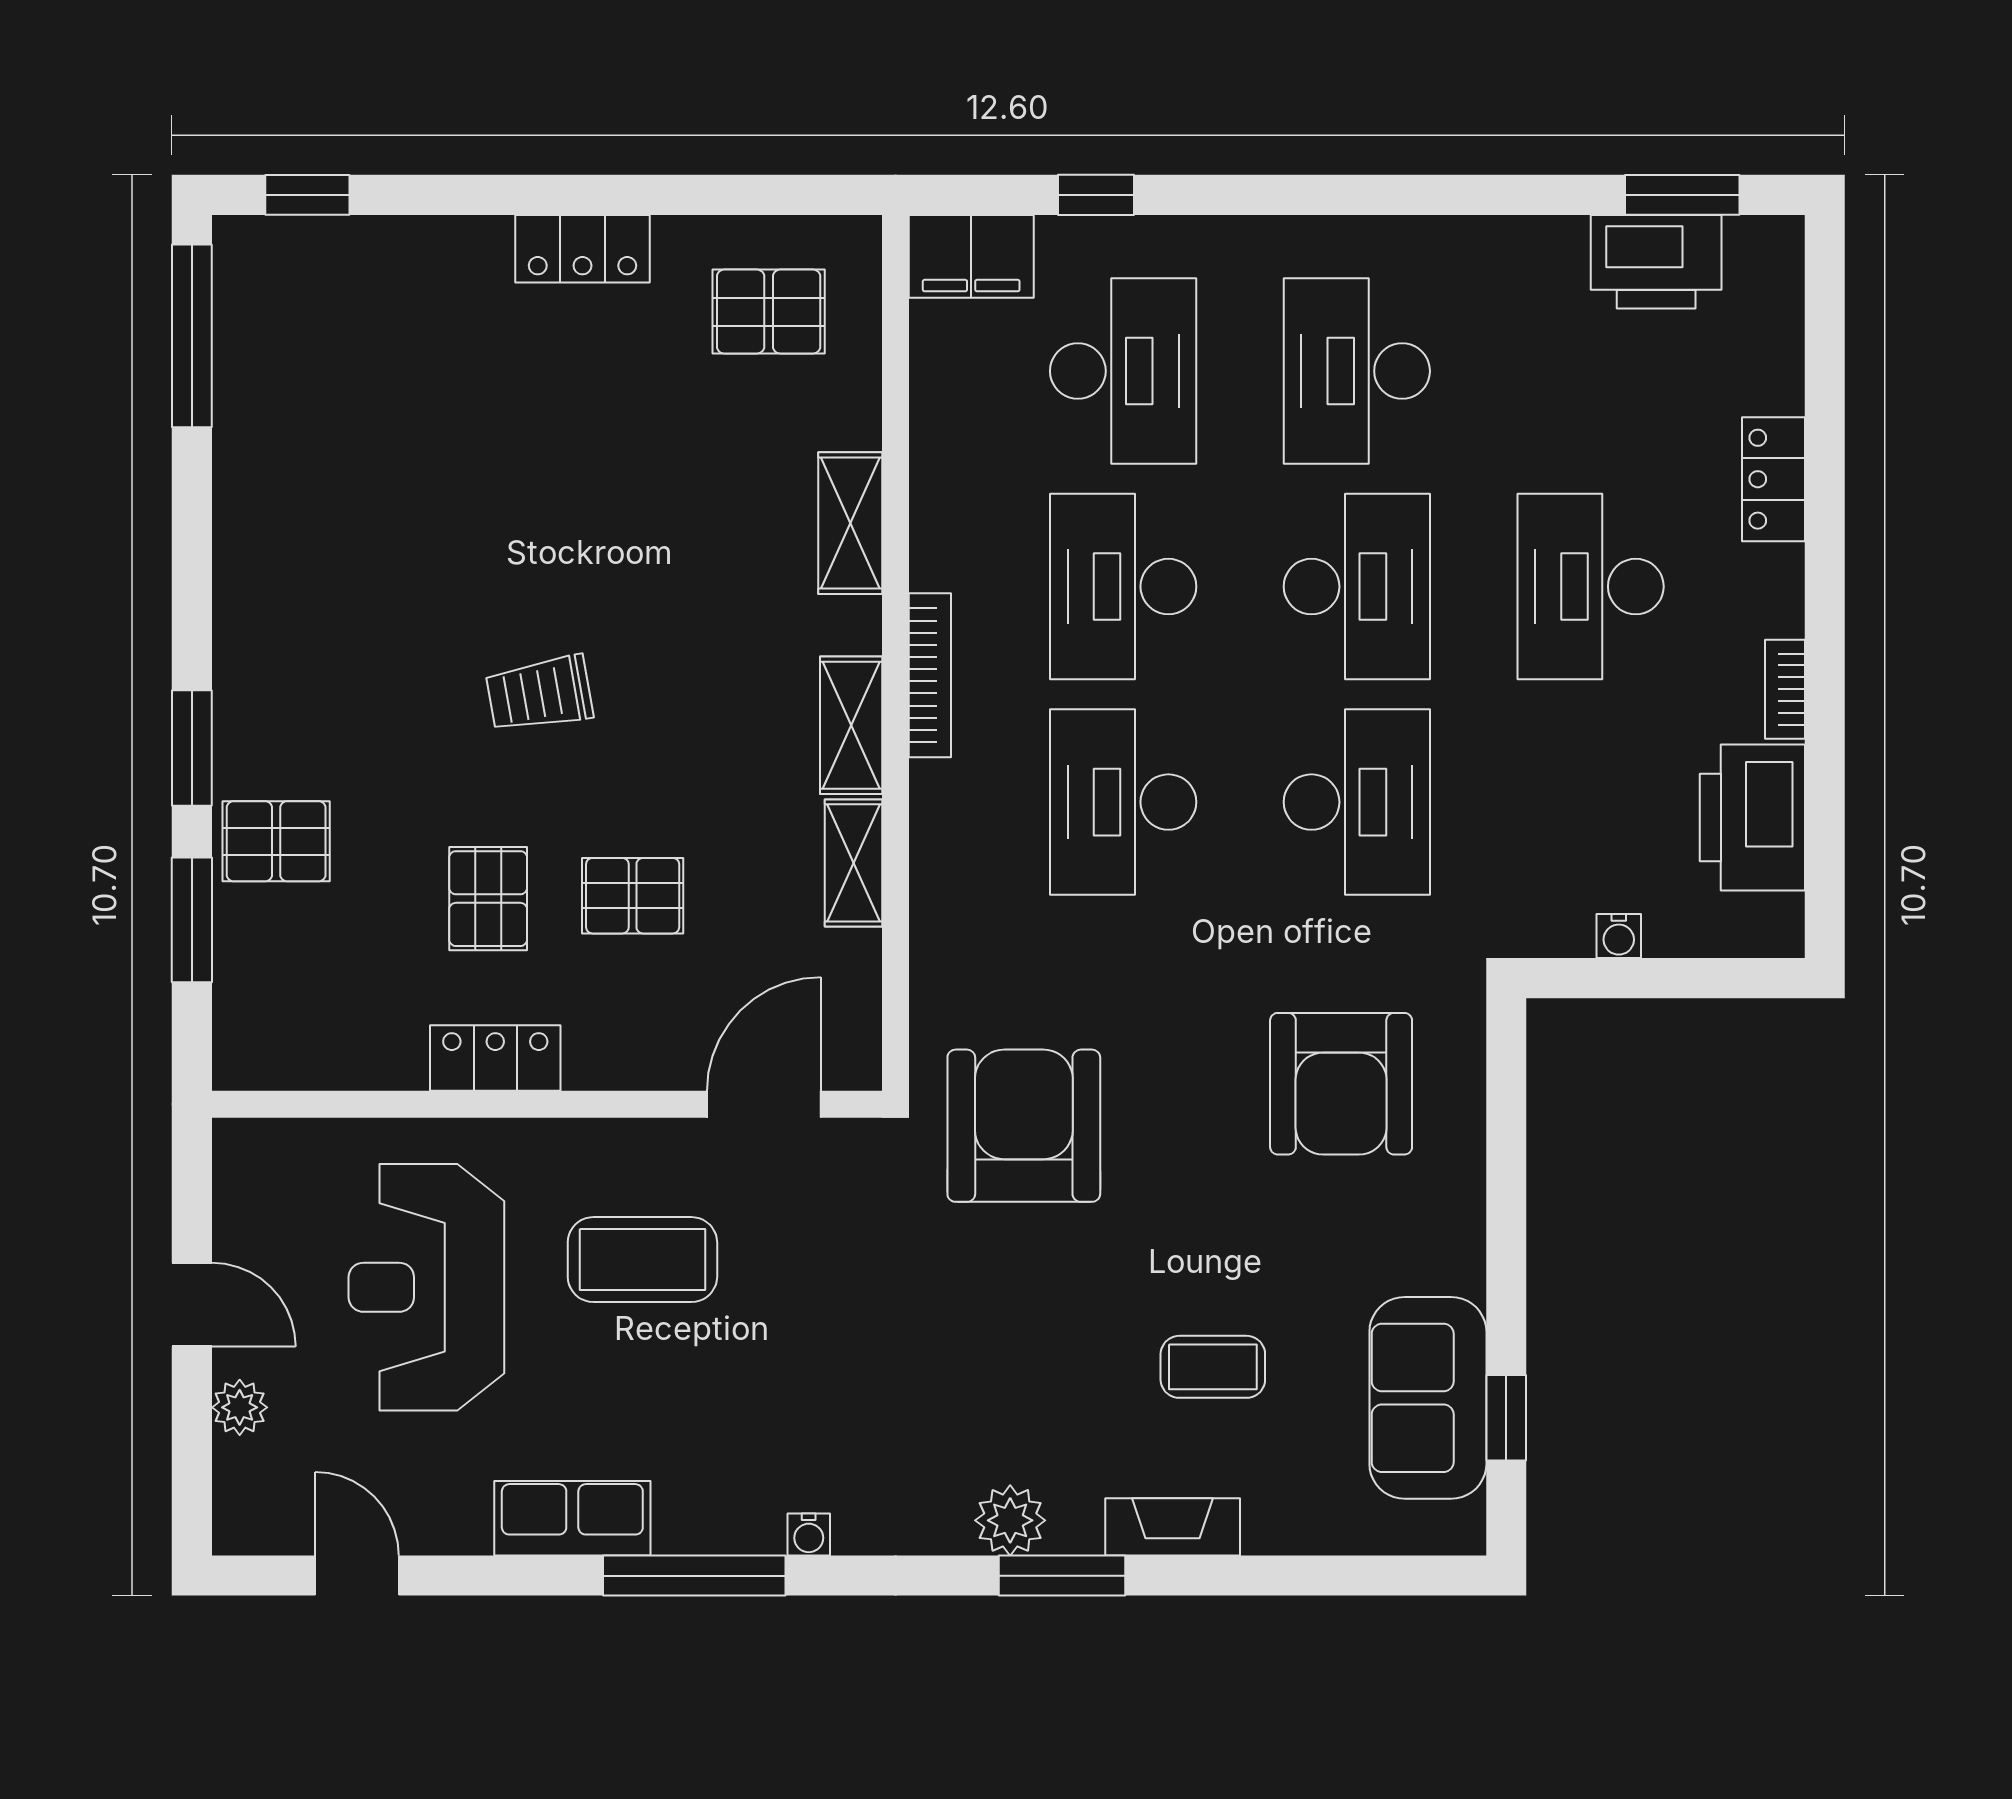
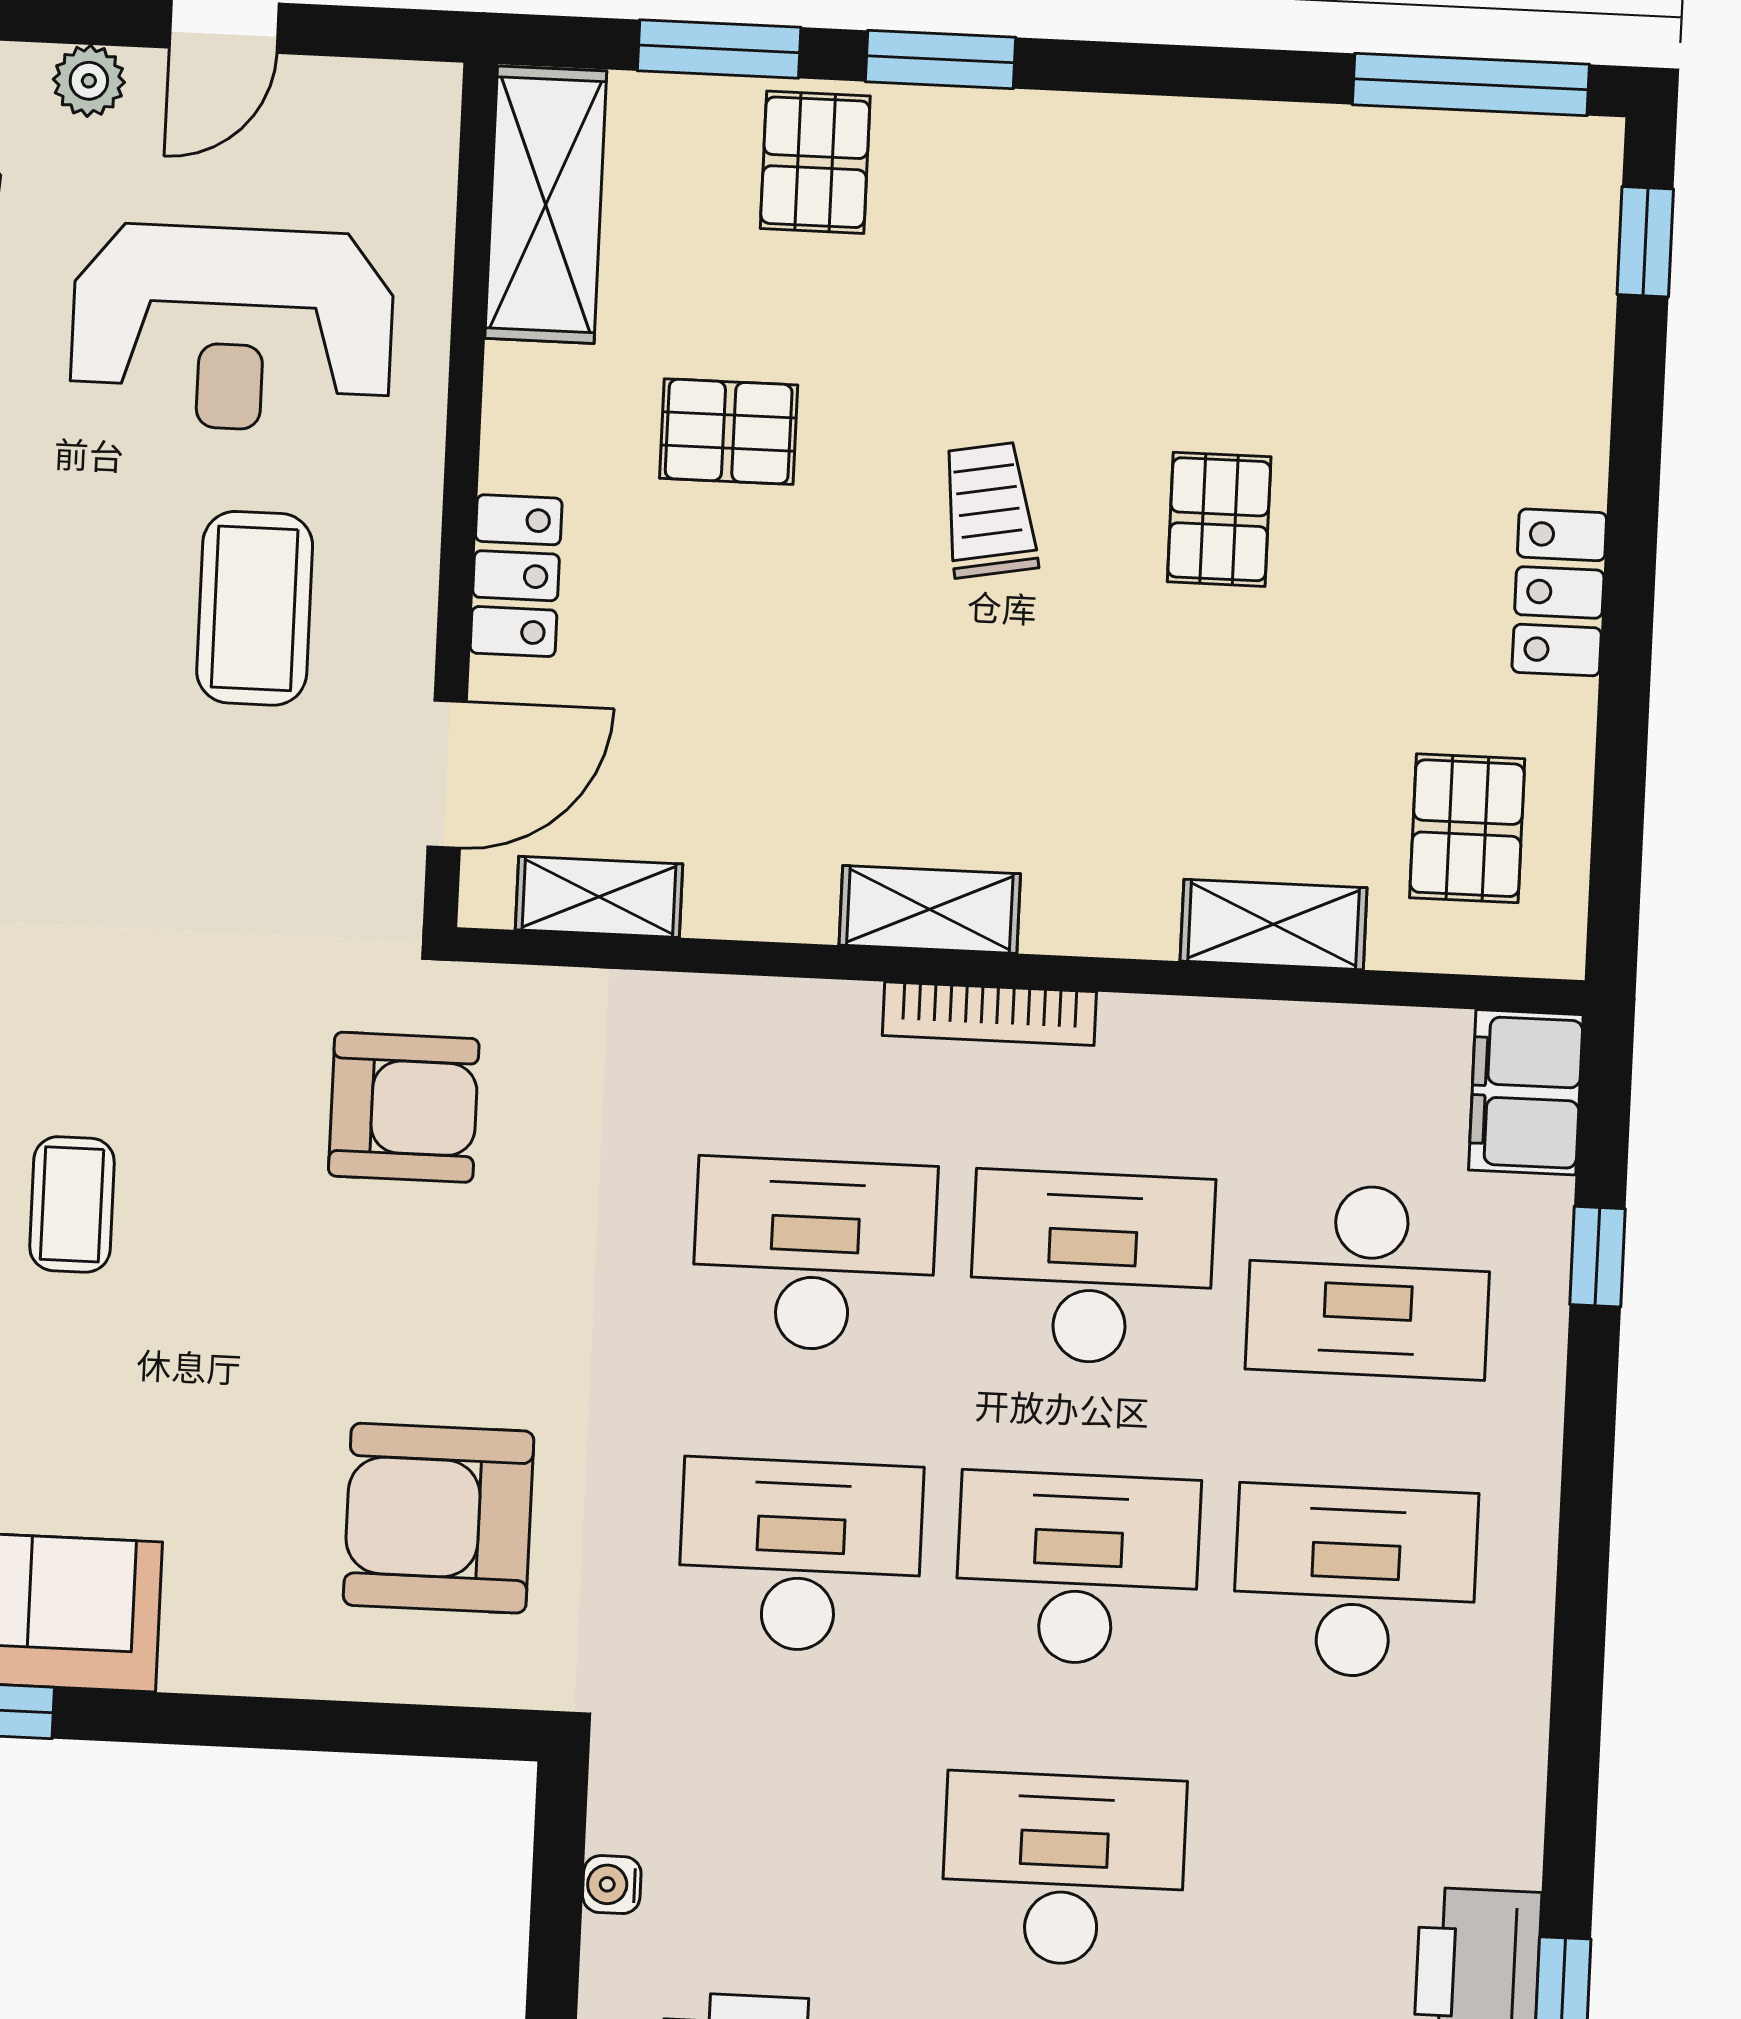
shelving: (850, 523) -> (1274, 924), moved
desk: (1357, 587) -> (1078, 1569), turned 180
desk: (1357, 802) -> (800, 1556), turned 180
shelving: (854, 863) -> (599, 897), moved
pallet: (633, 896) -> (1219, 519), moved
shelving: (319, 1049) -> (546, 205), added
locker: (495, 1058) -> (516, 576), moved
door: (764, 1104) -> (447, 774), hinge flipped
armchair: (1024, 1126) -> (404, 1107), width x0.73, depth x0.73
reception desk: (426, 1287) -> (232, 328), turned 180
coffee table: (1213, 1367) -> (72, 1204), moved

